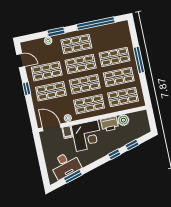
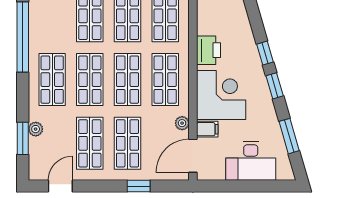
window: (56, 32) -> (23, 138), moved
window: (27, 89) -> (139, 186), moved
plant: (123, 120) -> (207, 24), removed
window: (132, 145) -> (275, 86), moved
desk: (65, 165) -> (251, 161), moved, turned 106

